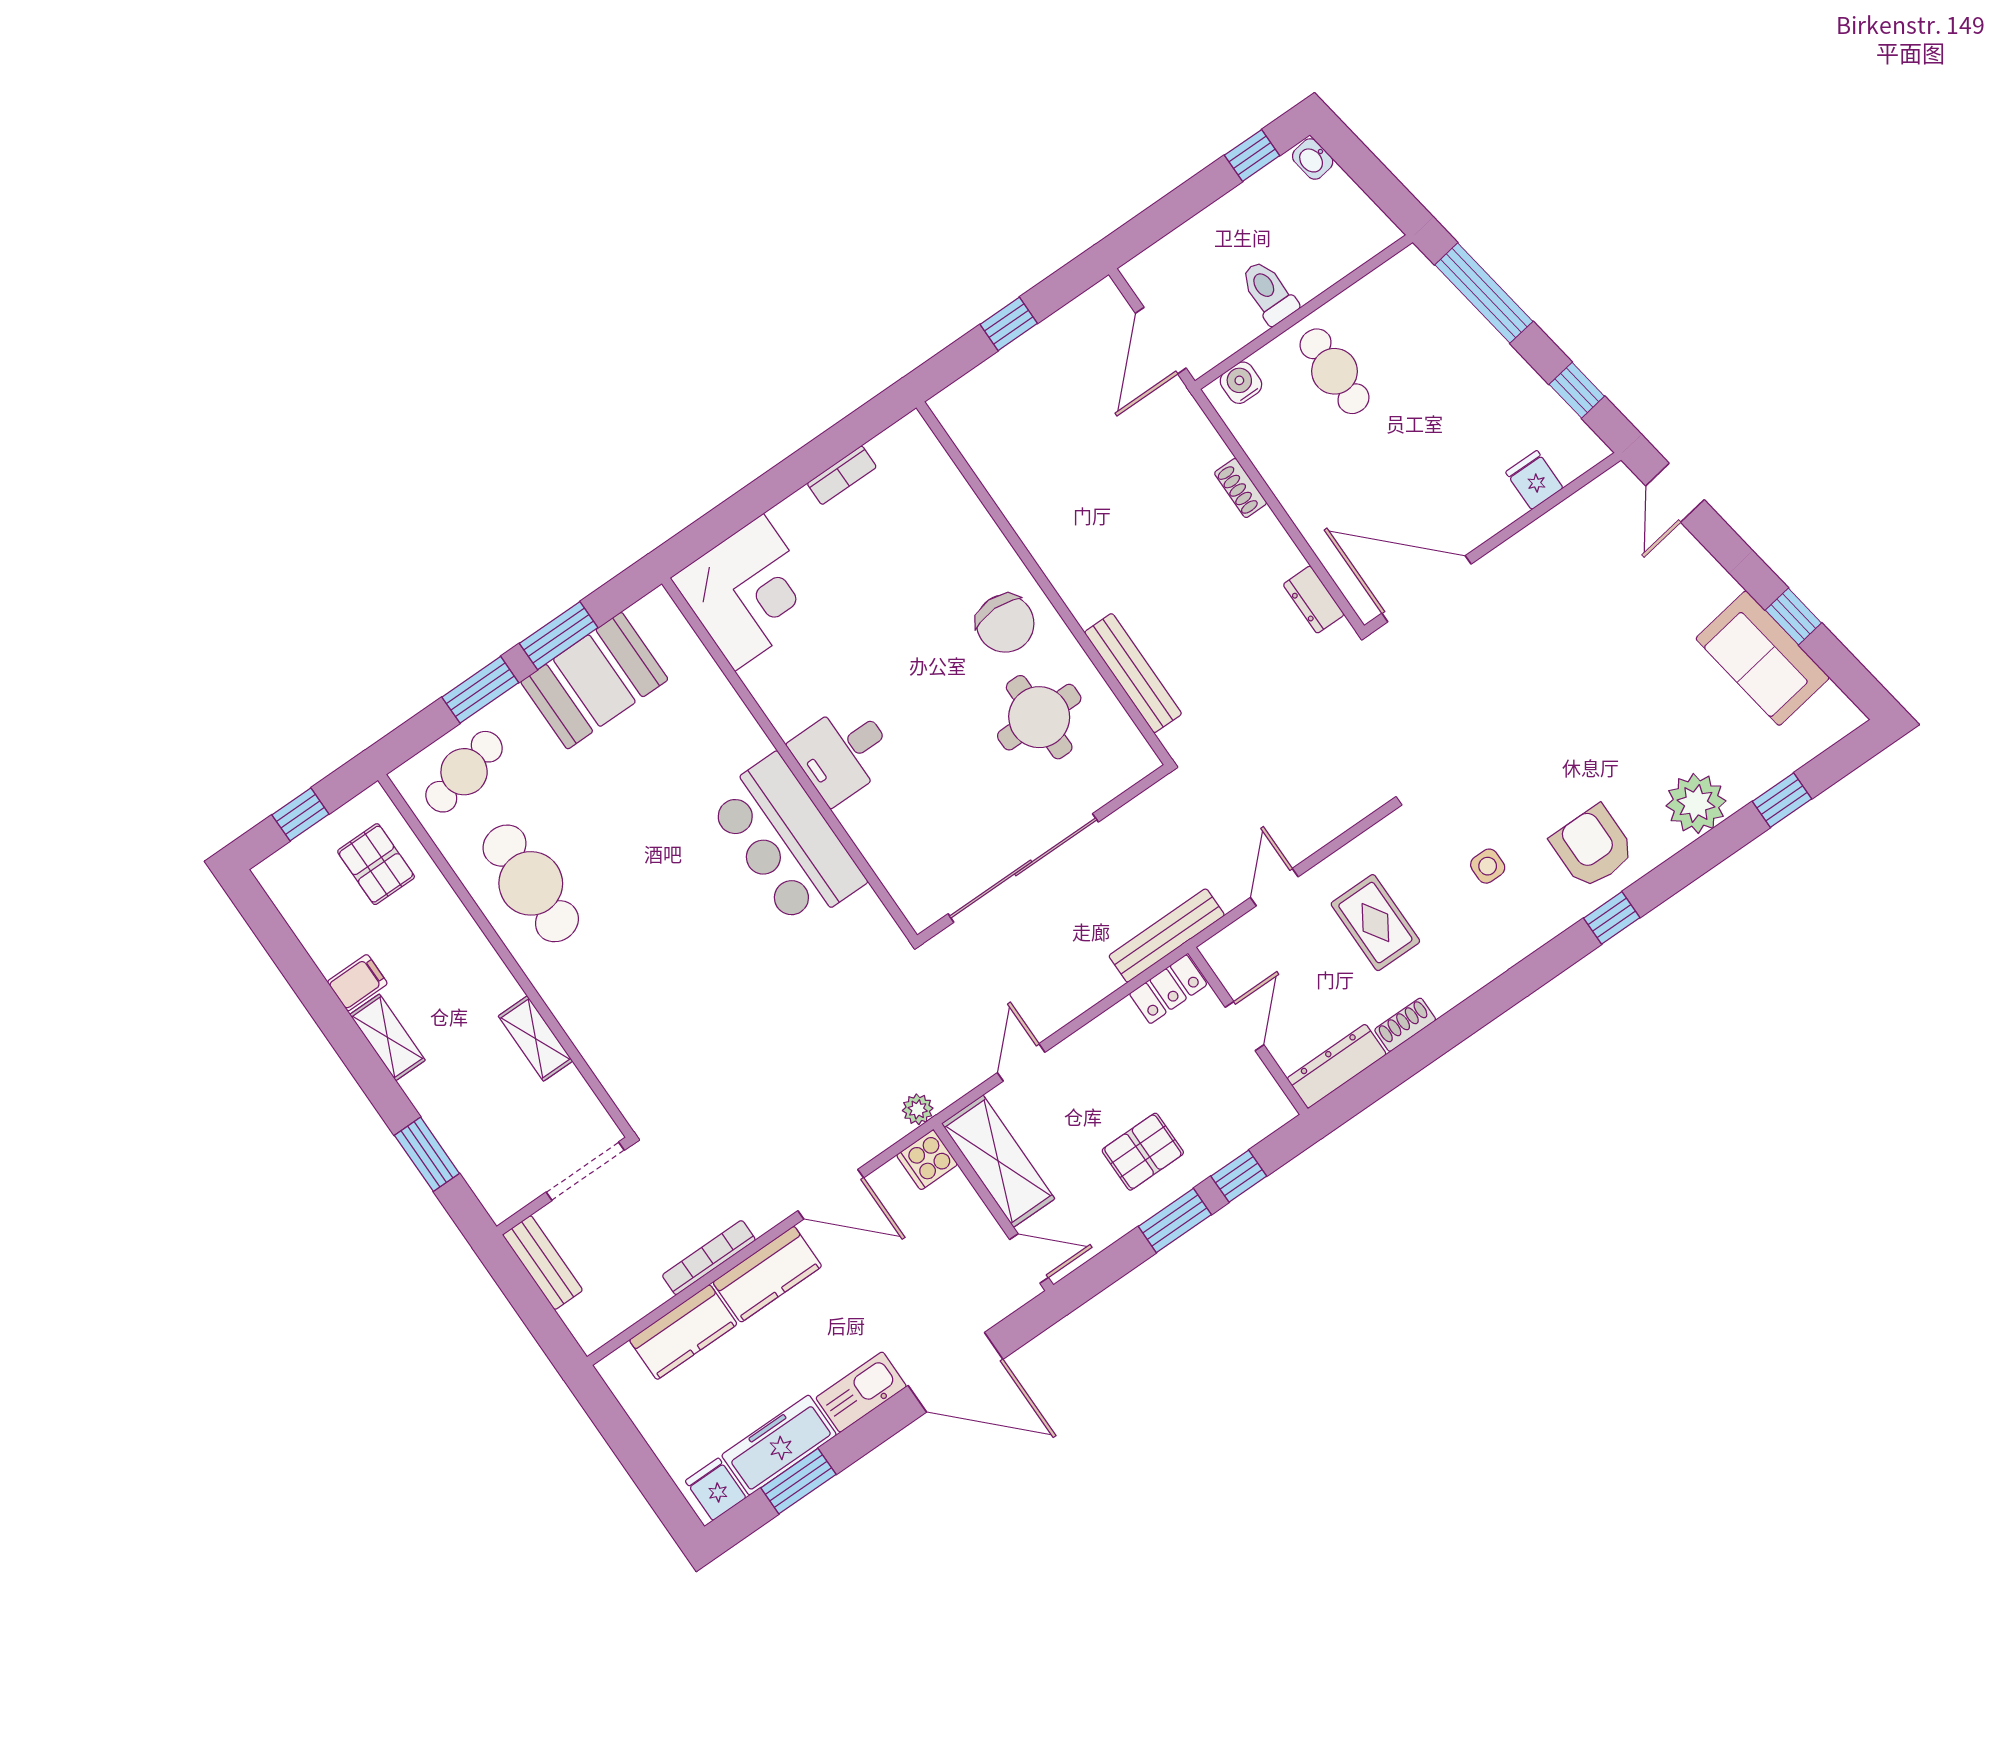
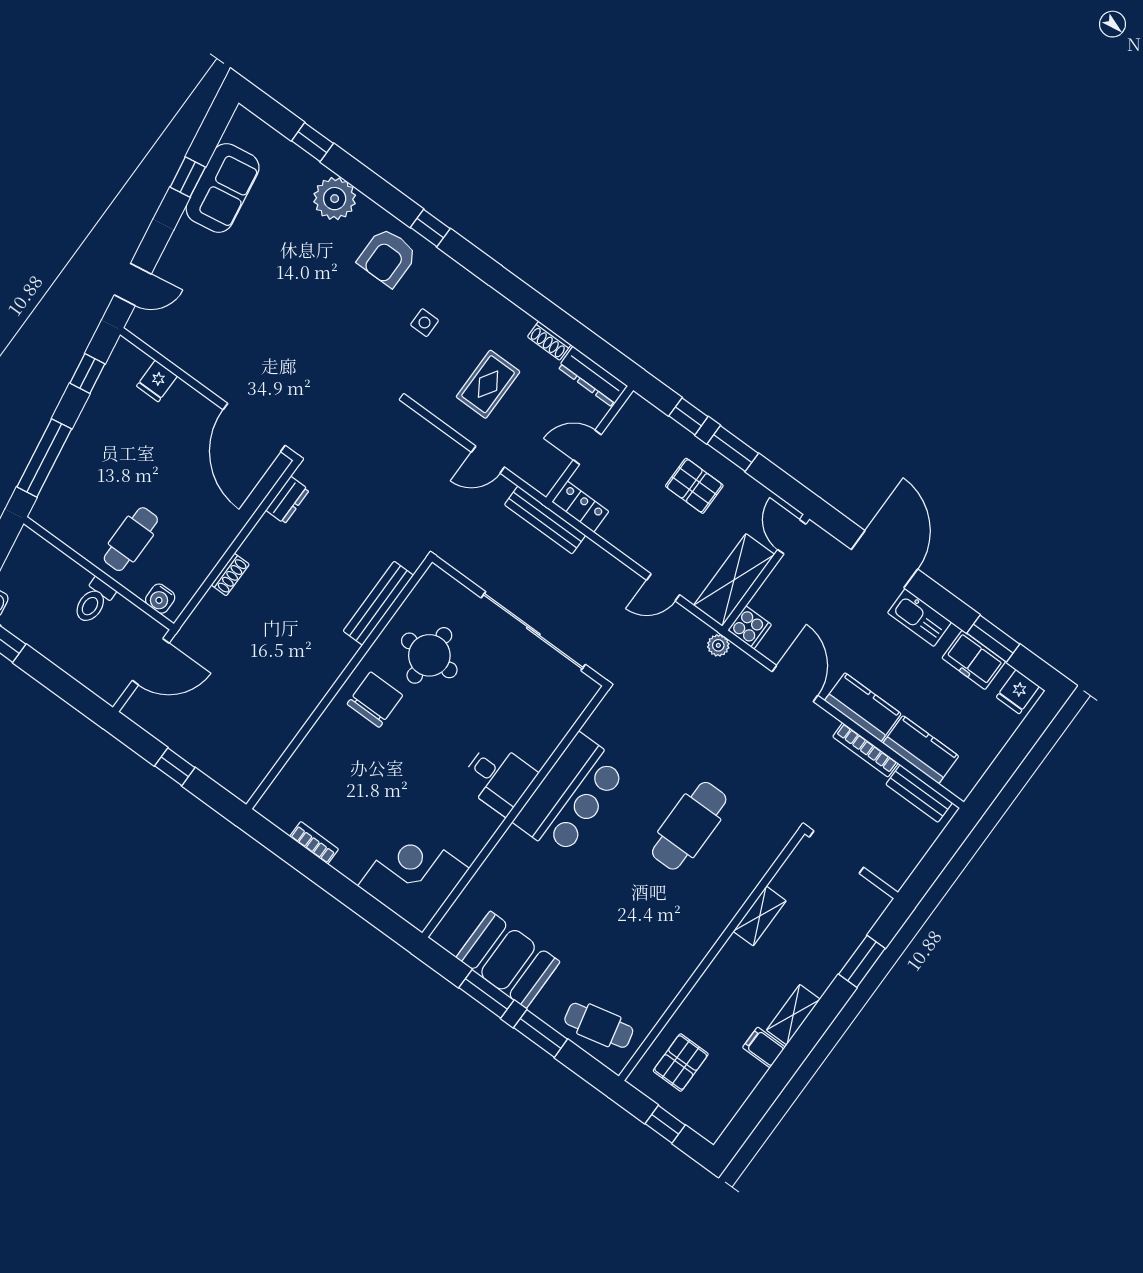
cafe table: (531, 883) -> (689, 826), moved
bench: (543, 1263) -> (919, 794), moved, turned 90
freezer: (779, 1445) -> (974, 660), width x0.71

